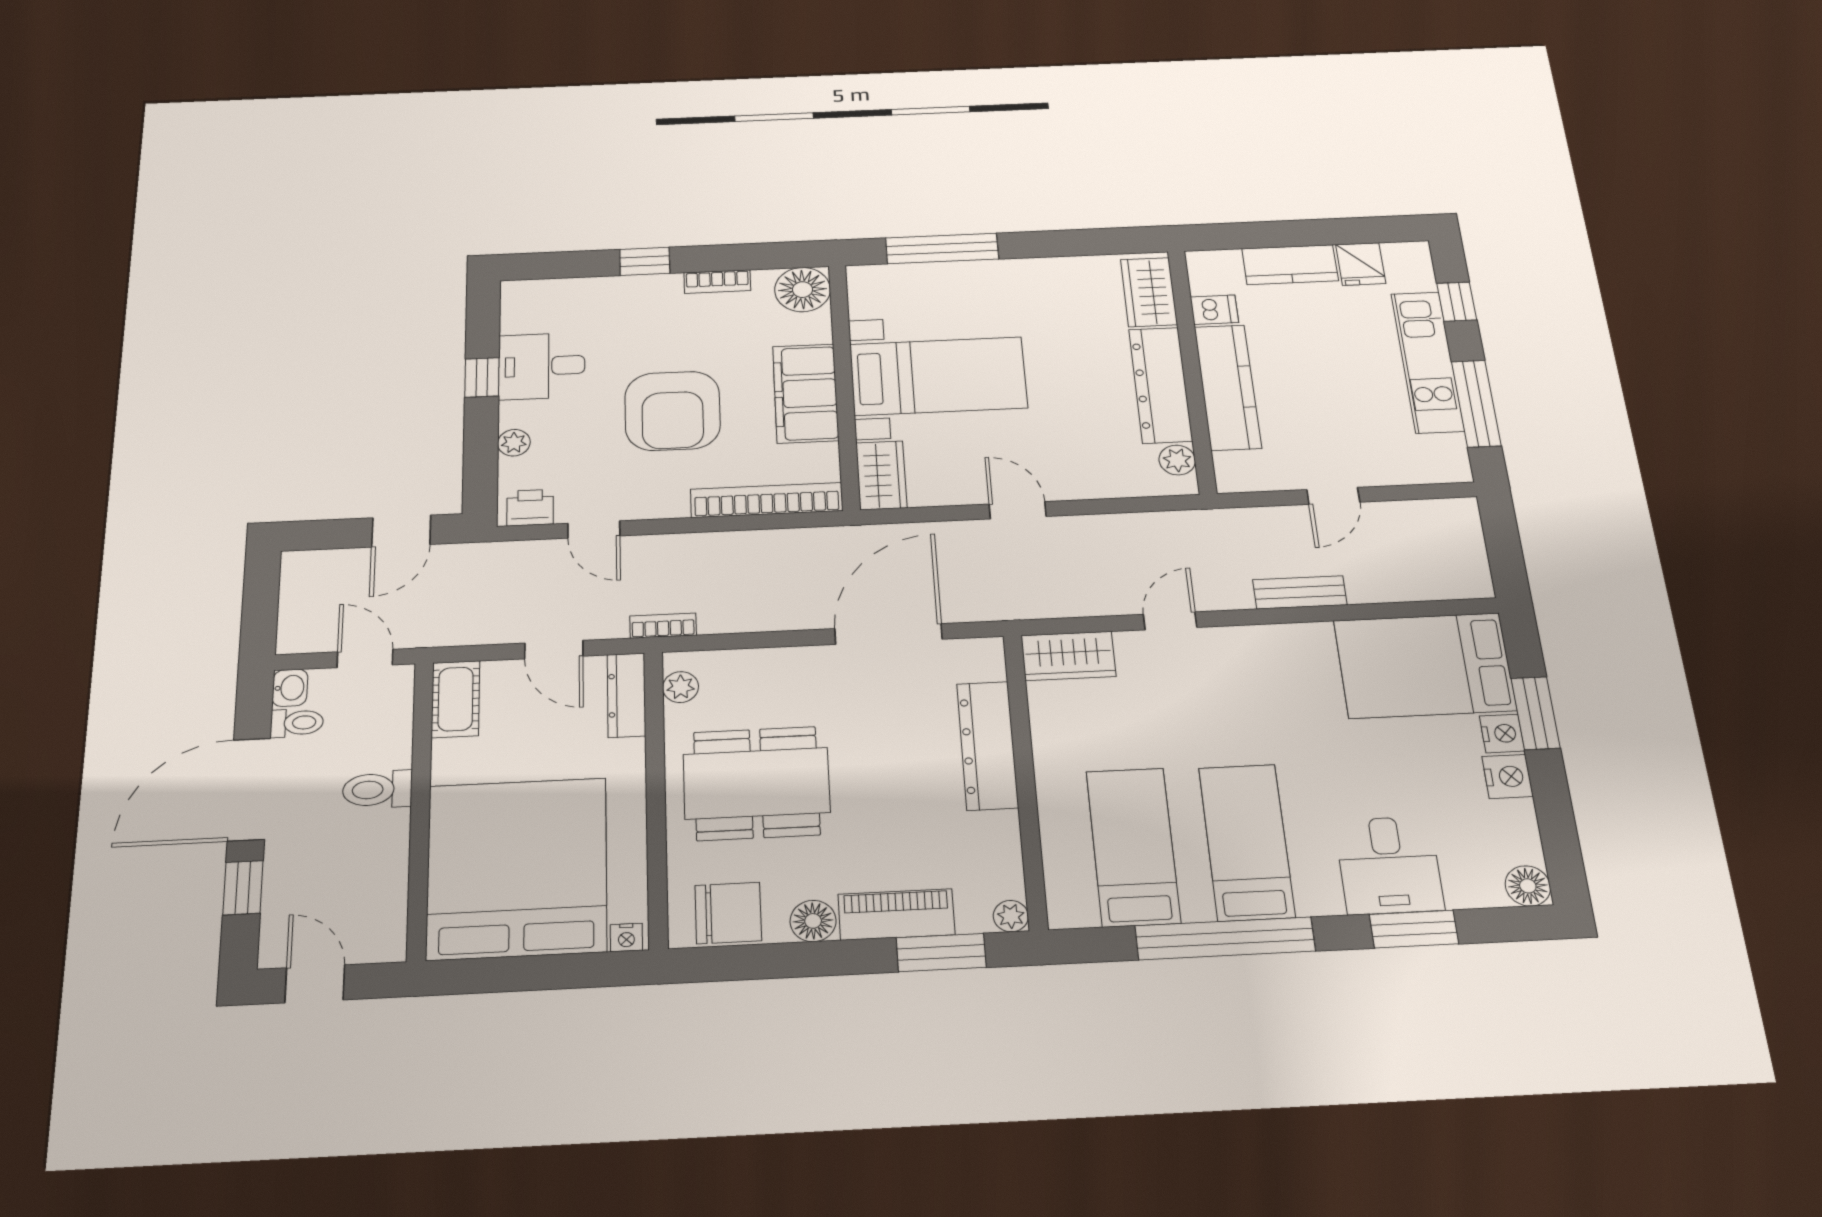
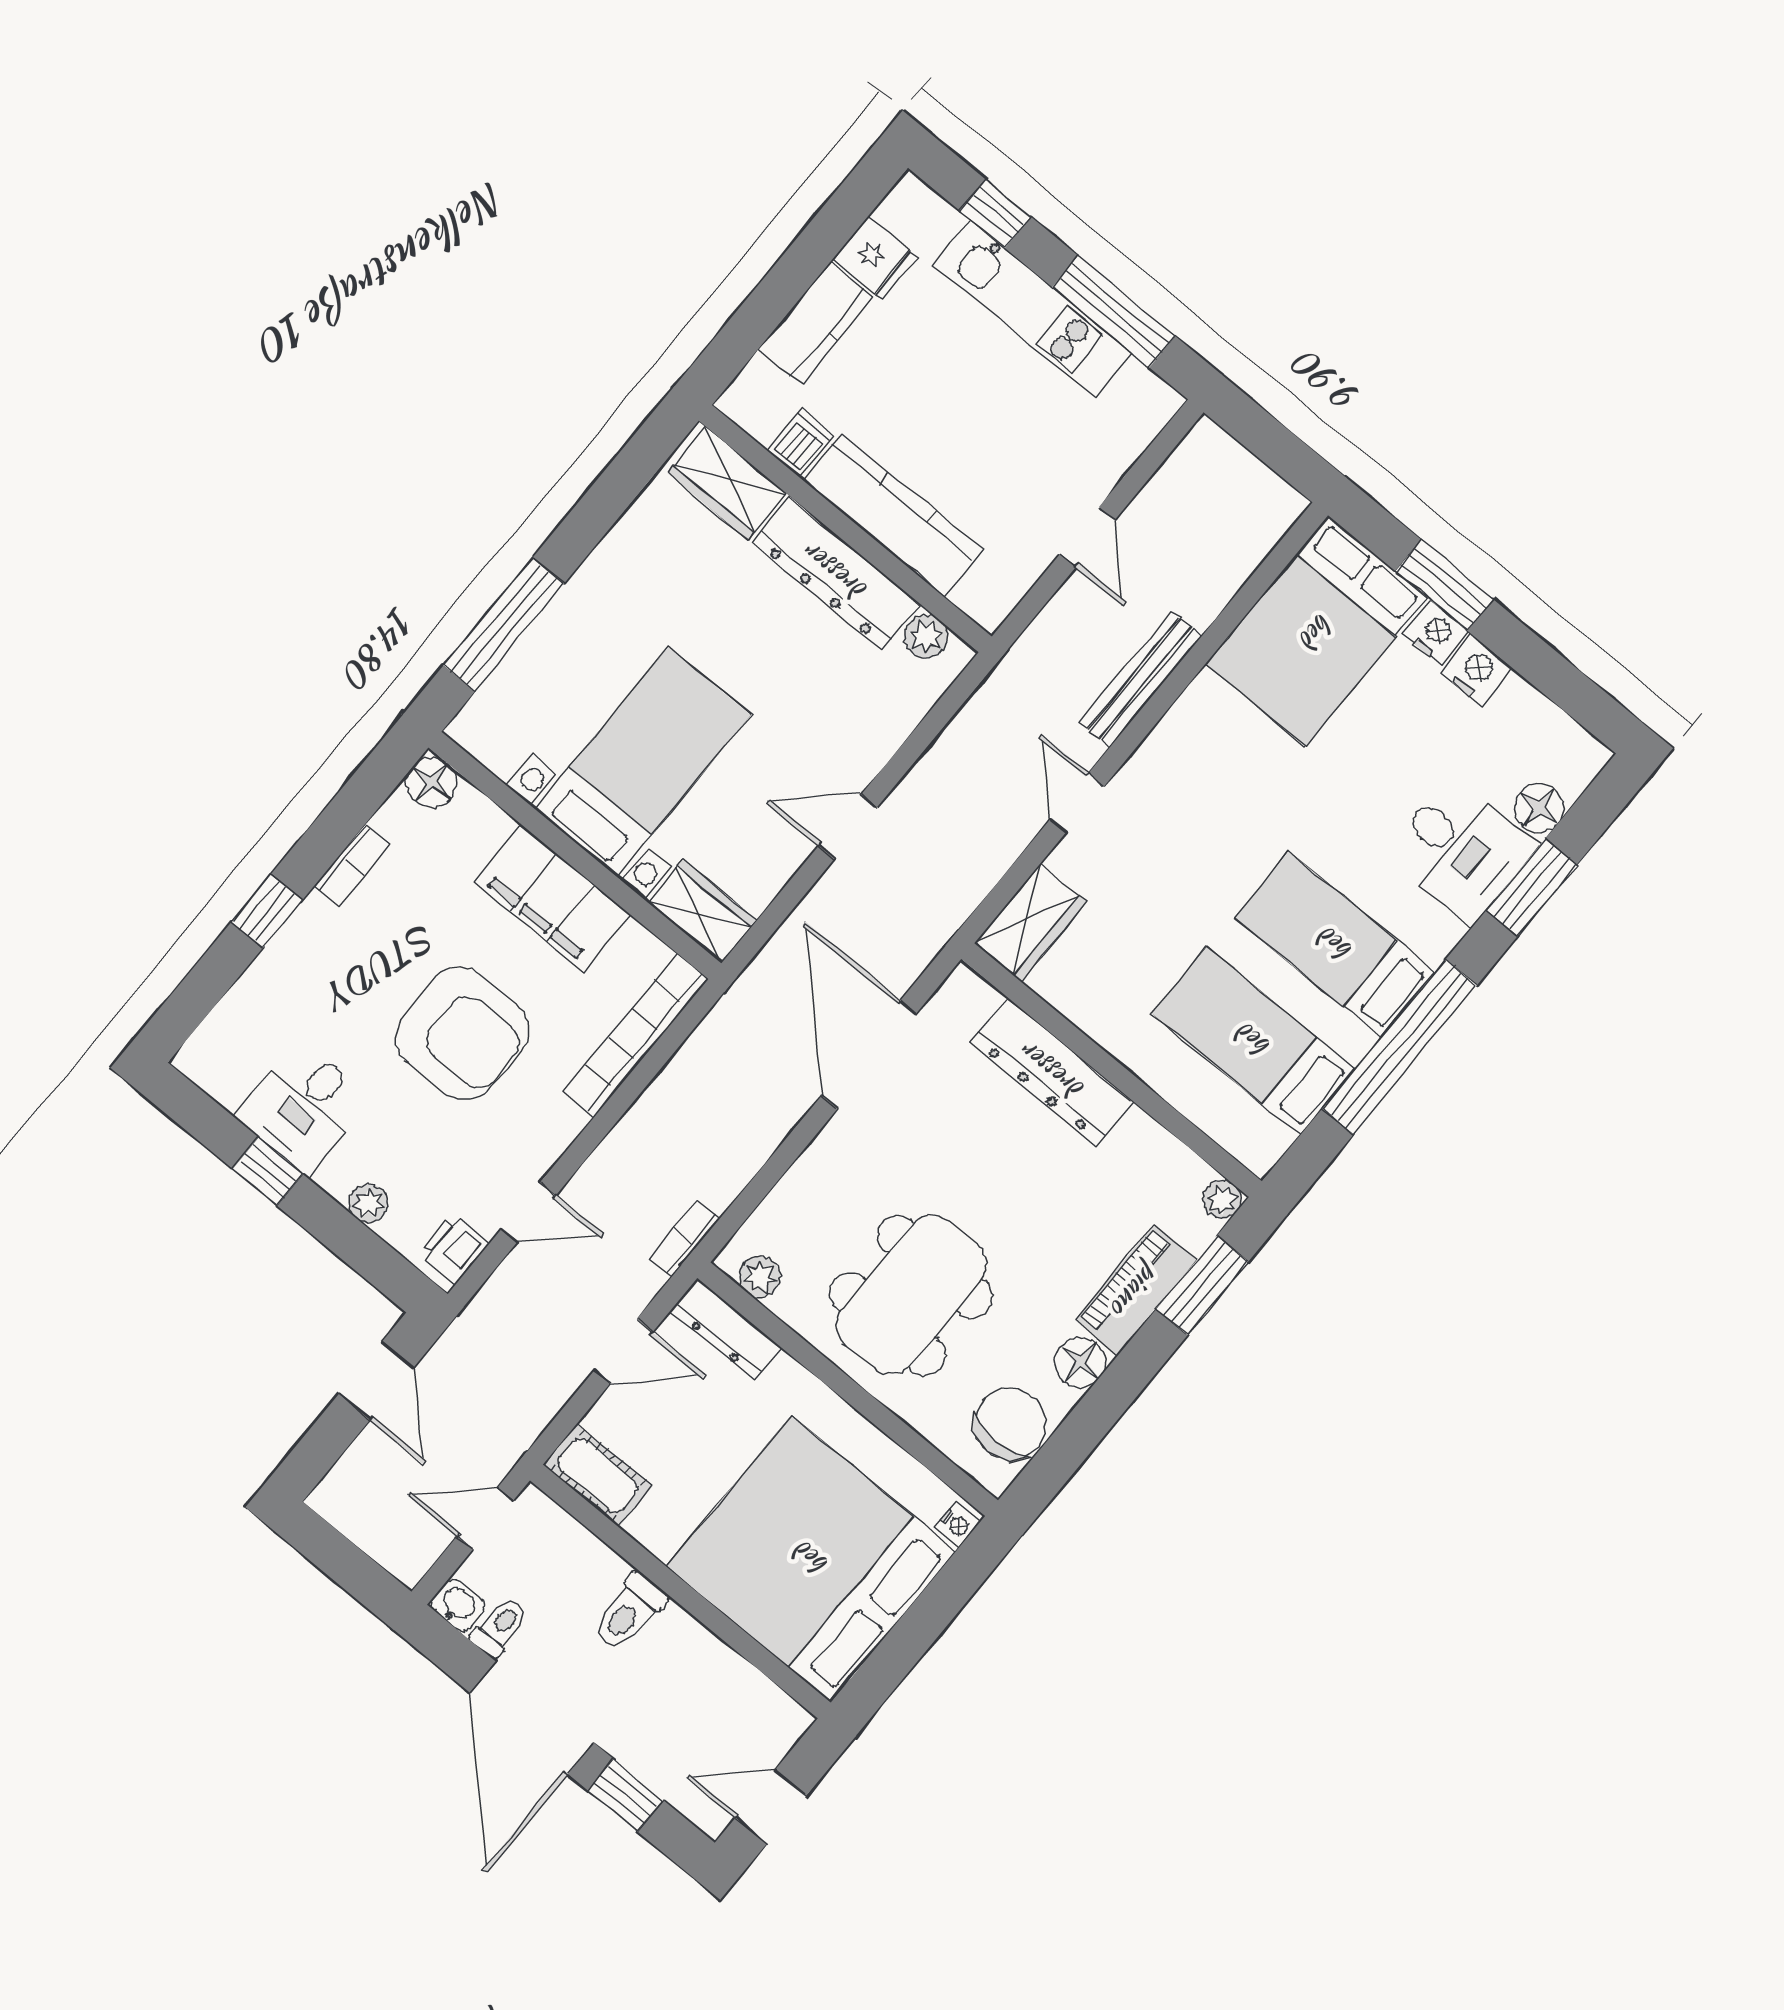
floor lamp: (803, 290) -> (432, 783), width x0.73, depth x0.73
bench: (1300, 592) -> (1140, 679), width x1.36
floor lamp: (1528, 886) -> (1539, 808), moved

